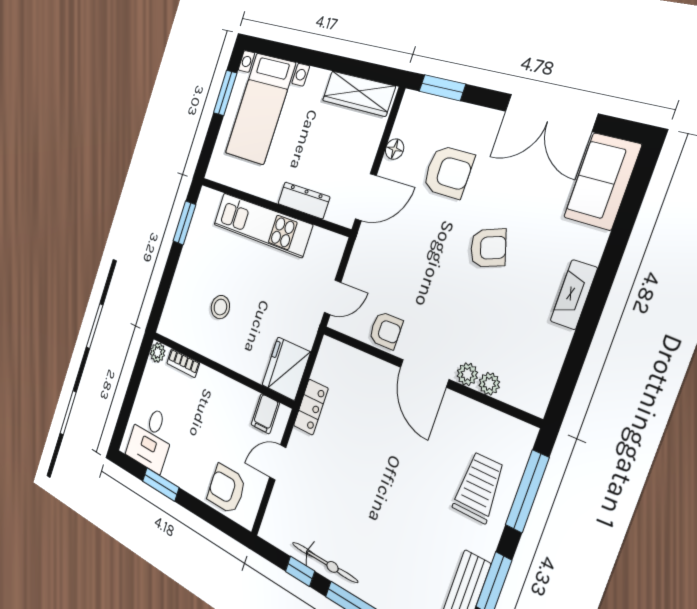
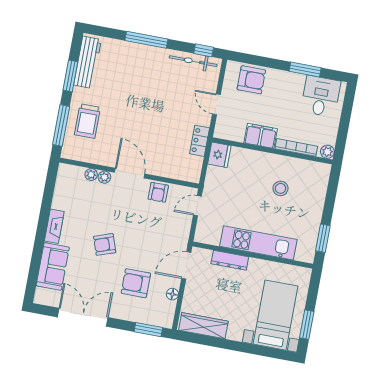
sofa: (602, 181) -> (53, 266), moved
armchair: (386, 330) -> (158, 192), turned -90
bookcase: (183, 363) -> (296, 147), width x1.56
fridge: (286, 369) -> (219, 155), width x0.73, depth x0.75
filing cabinet: (265, 414) -> (261, 136), moved, width x2.00
door: (278, 462) -> (216, 104), swing flipped
bicycle: (325, 562) -> (193, 61), moved
window: (300, 571) -> (204, 50), moved

